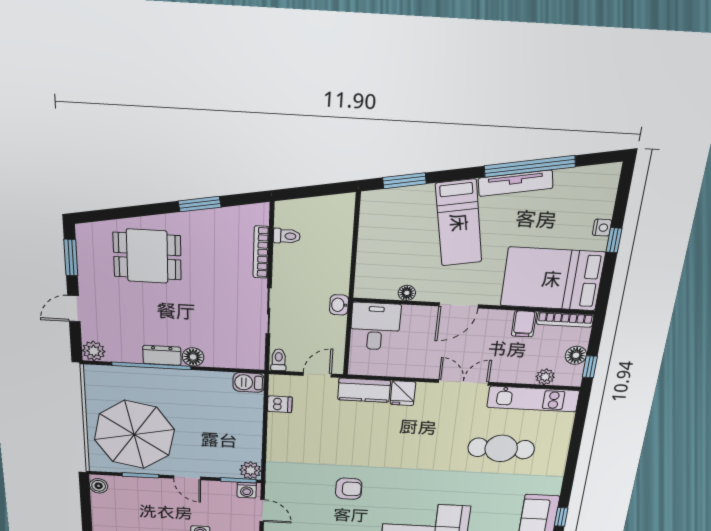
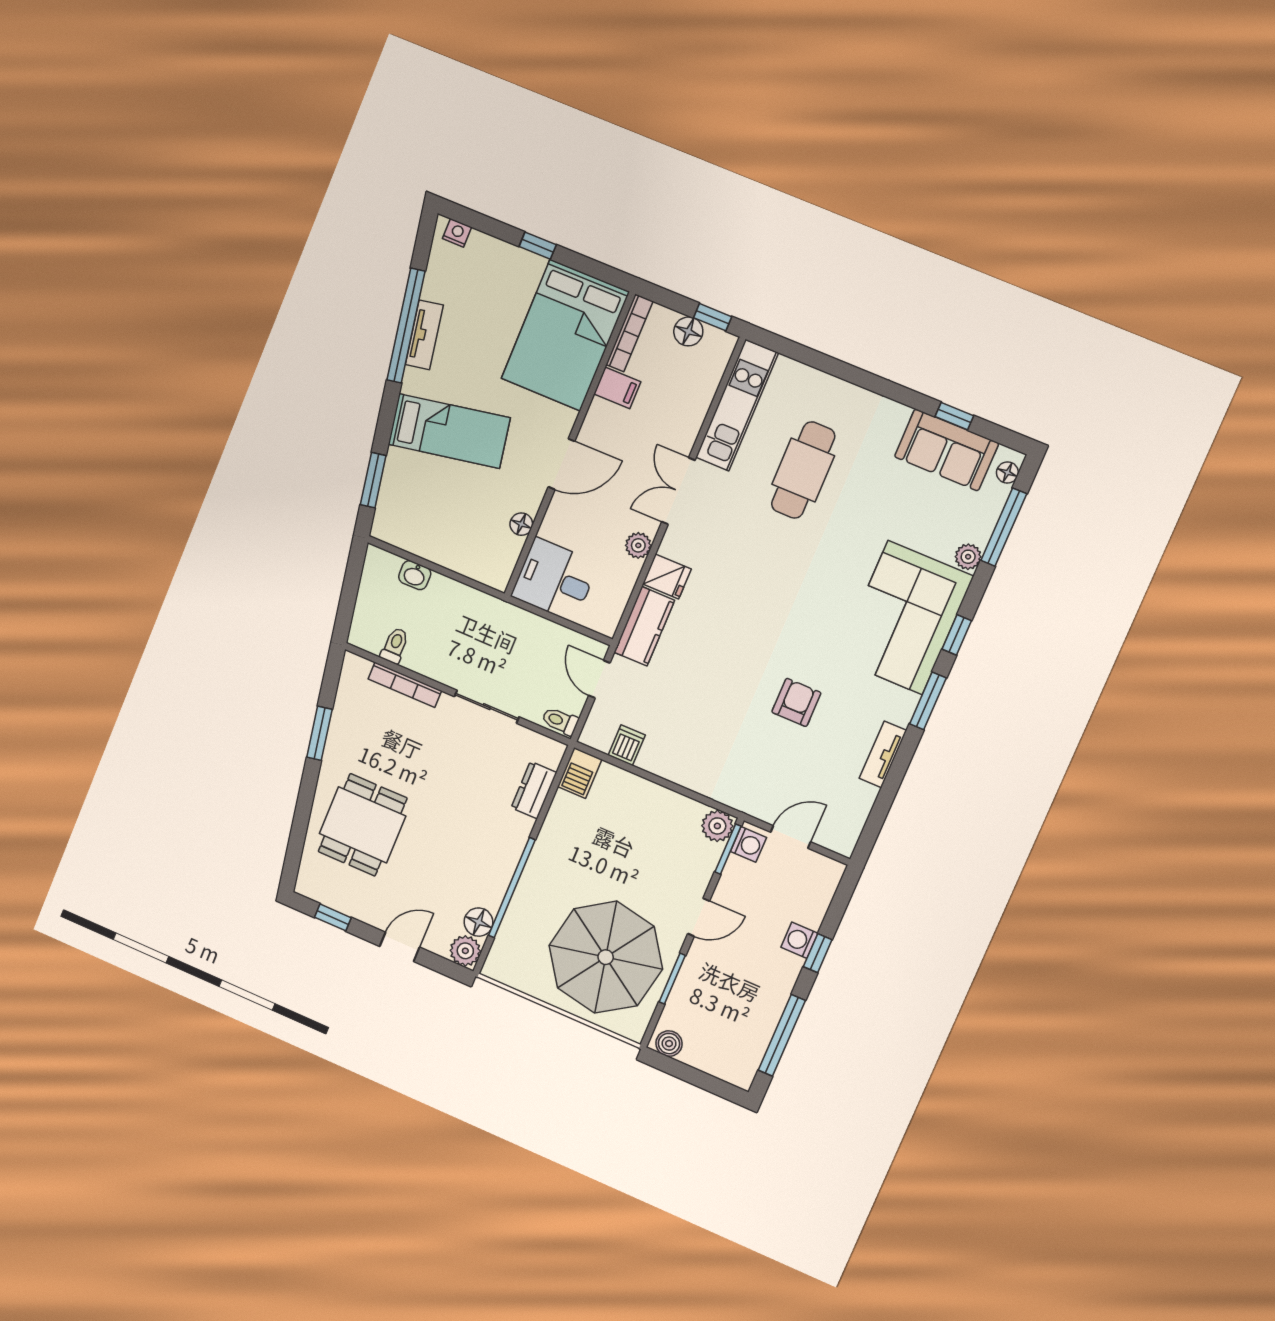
tv unit: (516, 183) -> (424, 335), width x0.71
nightstand: (602, 228) -> (457, 233), moved
window: (71, 258) -> (333, 917), width x0.67
washbasin: (339, 305) -> (415, 575), moved
door: (459, 305) -> (562, 464), hinge flipped
door: (74, 309) -> (400, 947), swing flipped
dresser: (162, 355) -> (534, 790), moved
floor lamp: (193, 357) -> (479, 922), moved
plant: (545, 377) -> (638, 545), moved

